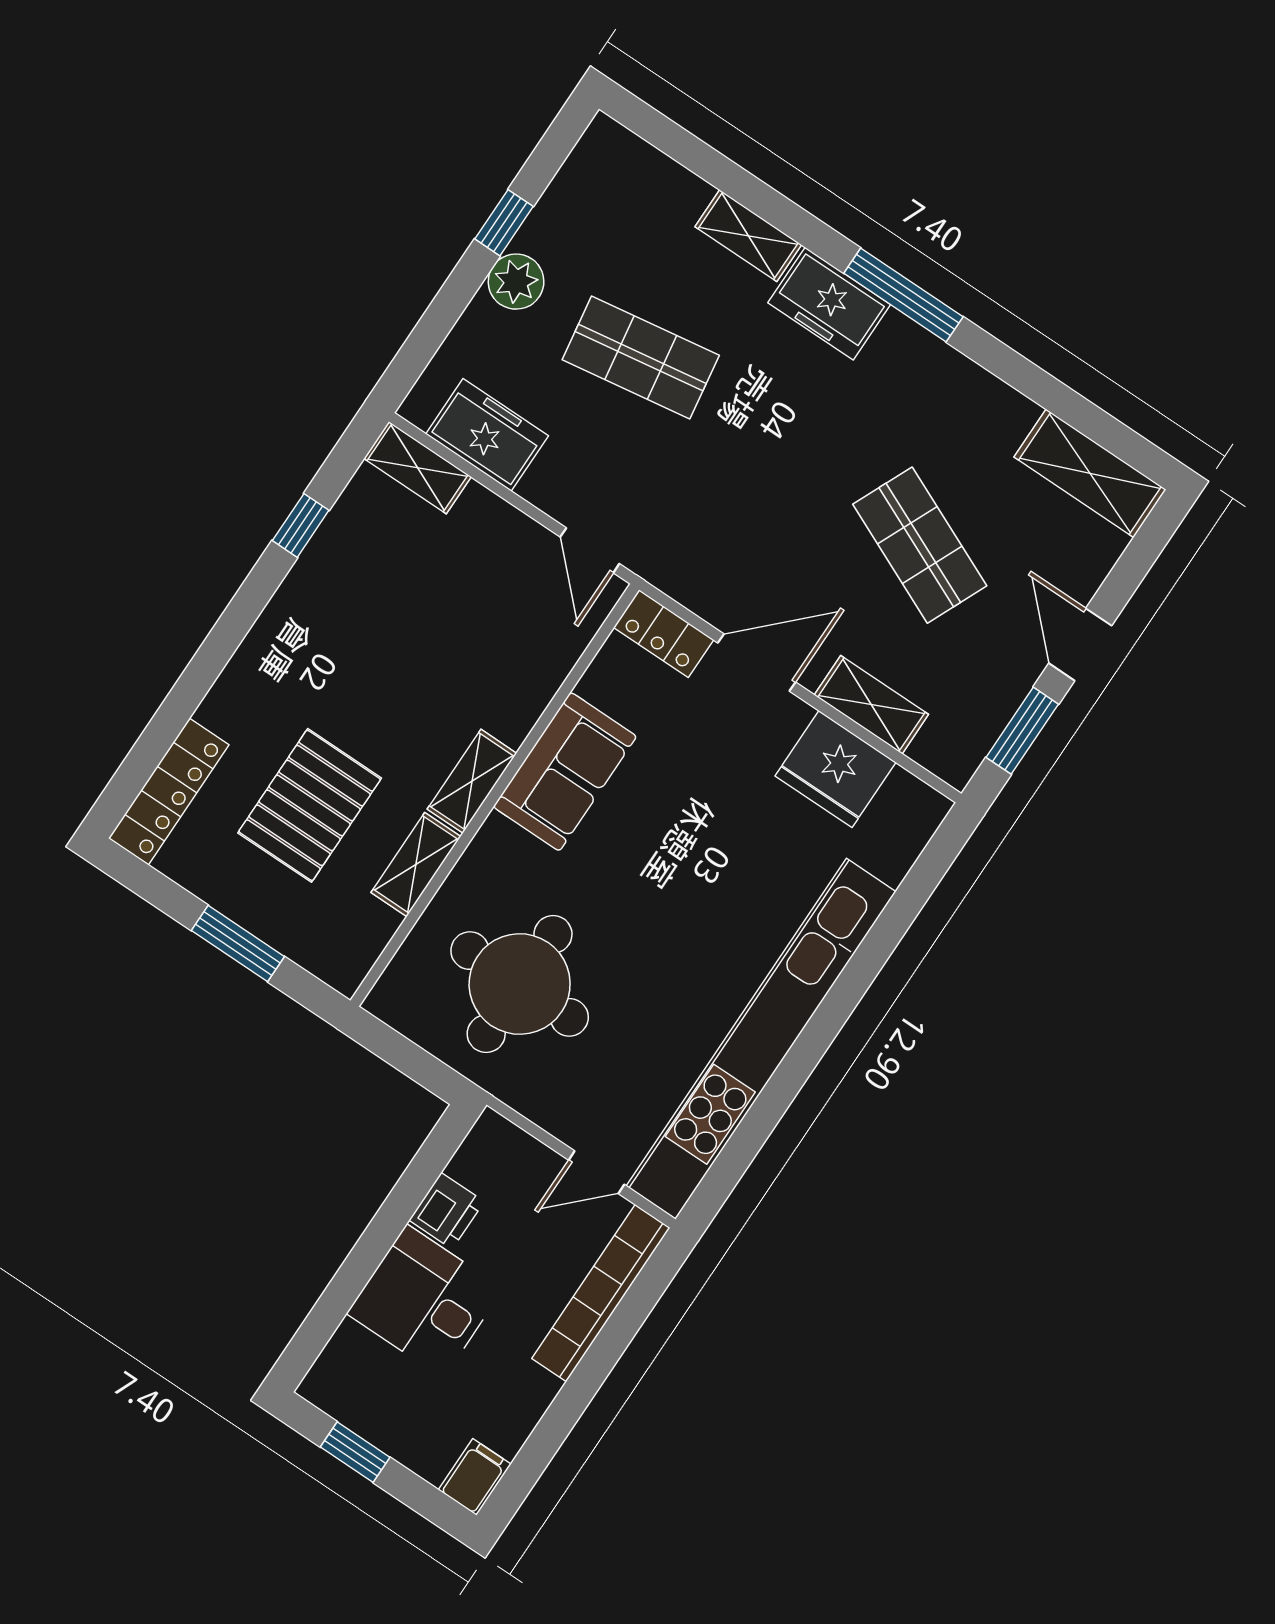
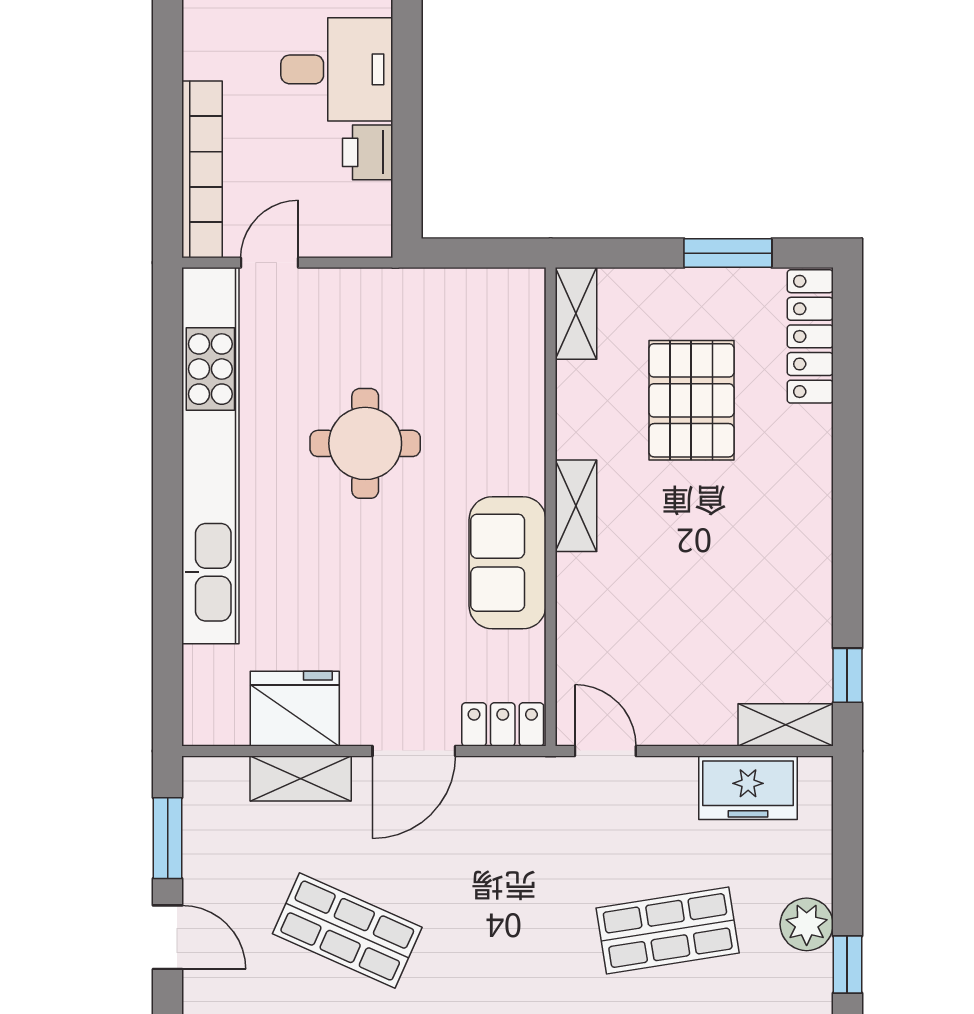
window: (301, 525) -> (847, 675), moved
shelving: (416, 864) -> (576, 313), moved
window: (238, 943) -> (728, 253), moved
round table: (520, 984) -> (365, 443), moved, width x0.73, depth x0.73

